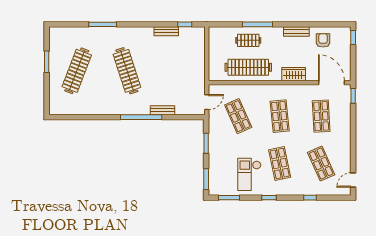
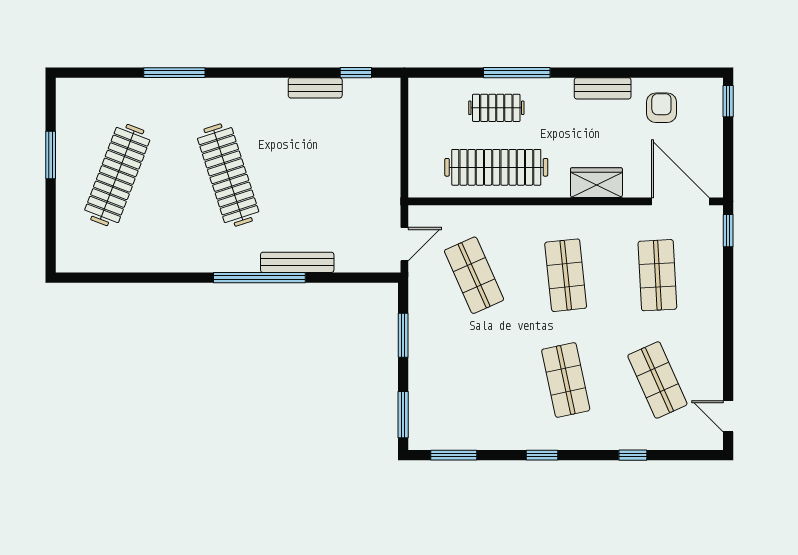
bench: (163, 110) -> (297, 262), width x1.36
checkout: (249, 174) -> (499, 404), removed
door: (353, 180) -> (728, 416), hinge flipped

